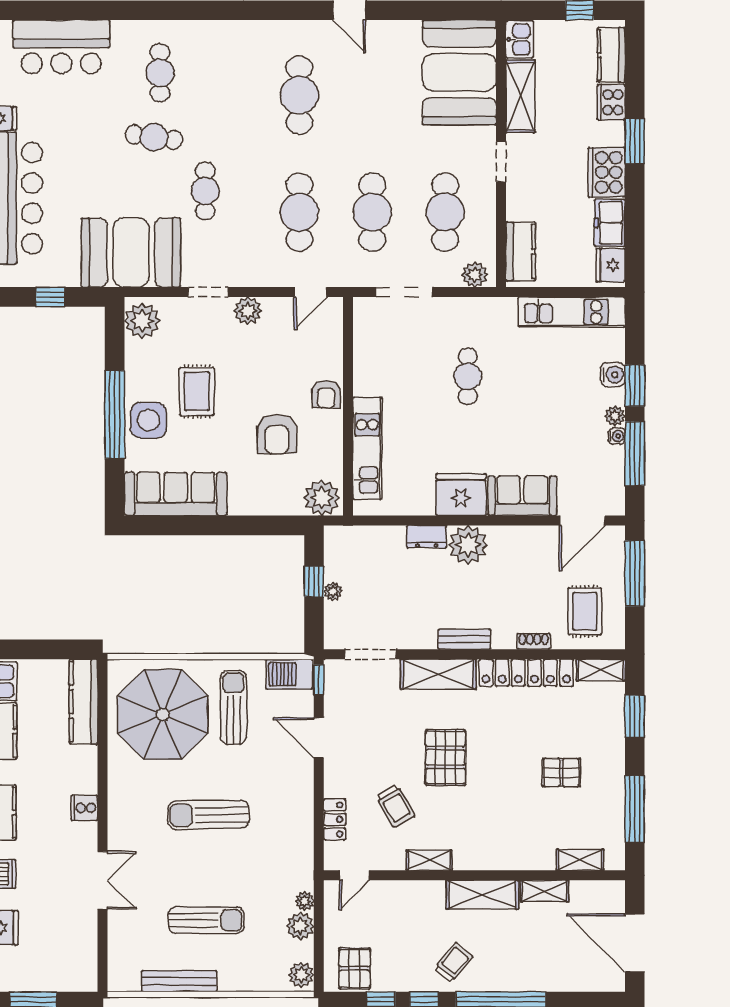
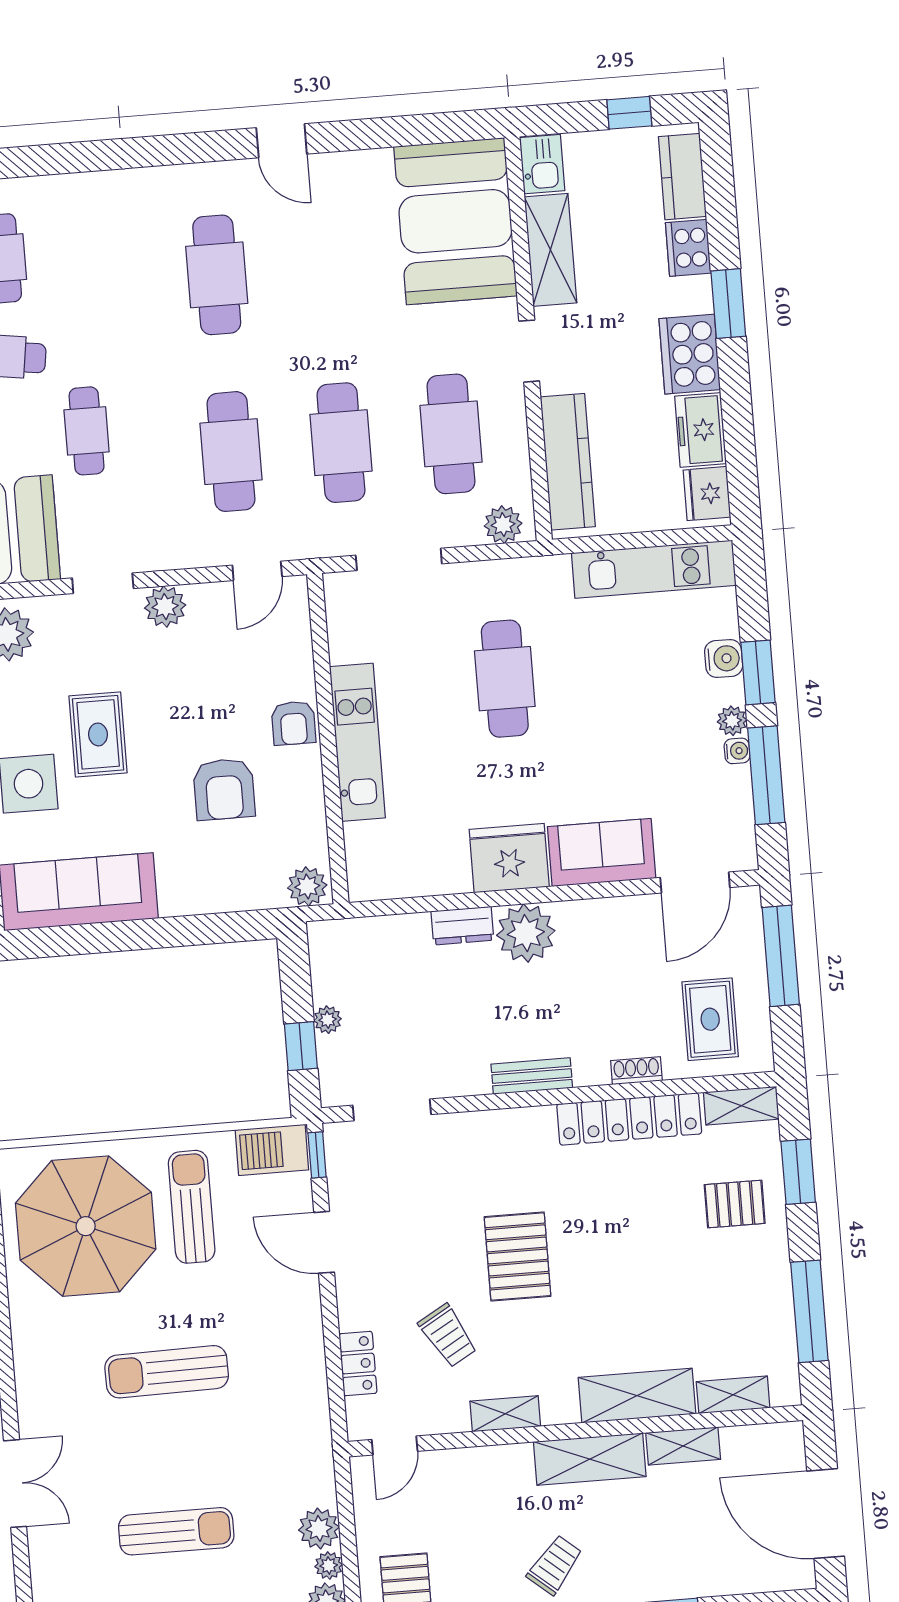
kitchen counter: (521, 251) -> (568, 462), width x1.50
cafe table: (468, 376) -> (505, 679), width x1.37, depth x1.35
kitchen unit: (367, 448) -> (357, 742), moved
plant: (322, 498) -> (307, 886), width x0.73, depth x0.73
window: (314, 582) -> (301, 1046), moved
shelving: (438, 674) -> (637, 1396), moved
pallet: (561, 773) -> (735, 1204), moved
plant: (305, 901) -> (329, 1565), moved

